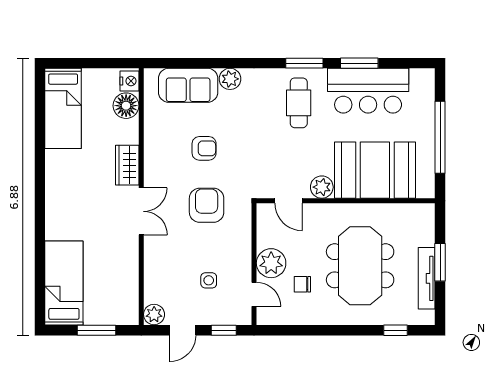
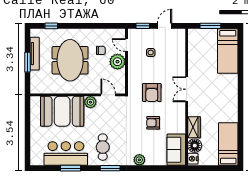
window: (304, 63) -> (110, 168), moved
sofa: (188, 85) -> (176, 150), moved, turned -90
window: (440, 137) -> (27, 129), removed
wardrobe: (127, 165) -> (194, 127), moved
plant: (154, 314) -> (180, 34), removed

